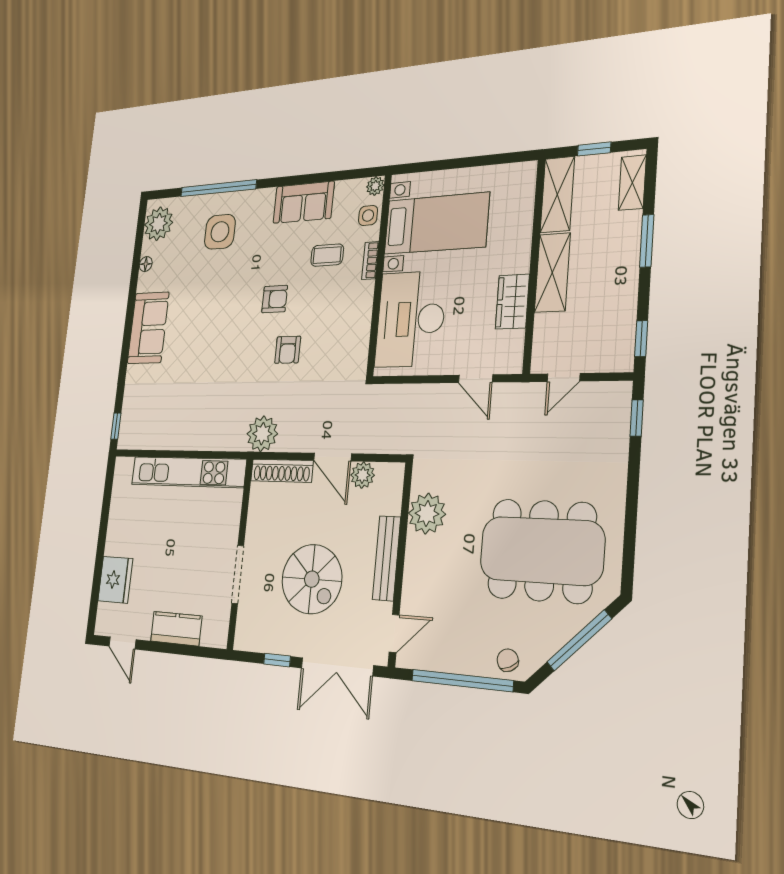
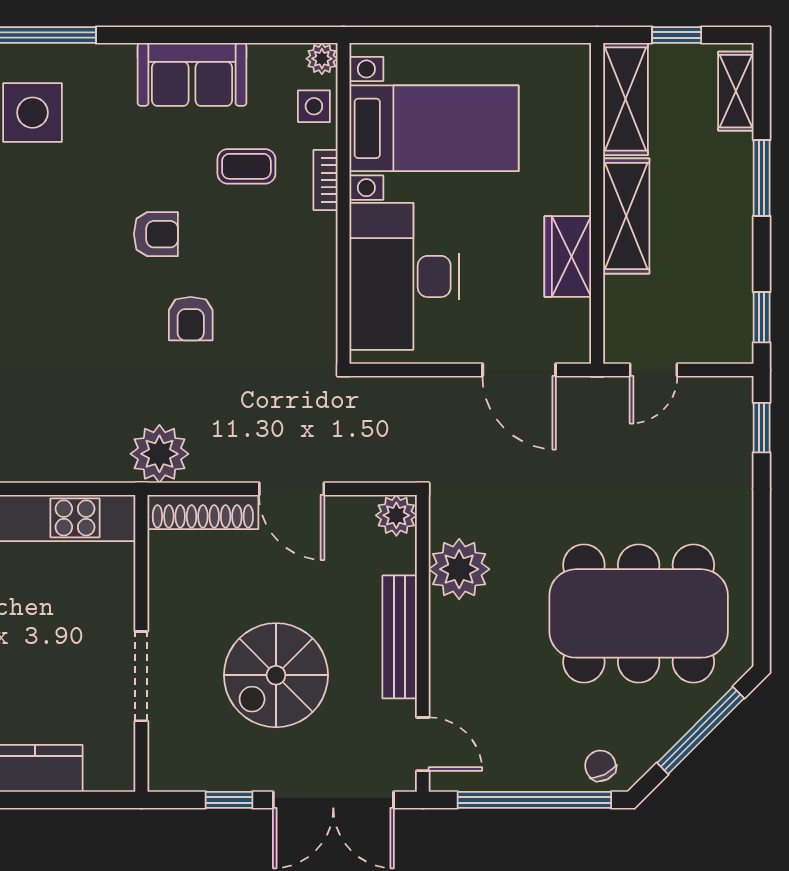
door: (476, 379) -> (519, 370), width x1.38
plant: (363, 475) -> (396, 515), moved
spiral stairs: (312, 579) -> (276, 675), turned 90
door: (394, 633) -> (423, 744), hinge flipped

